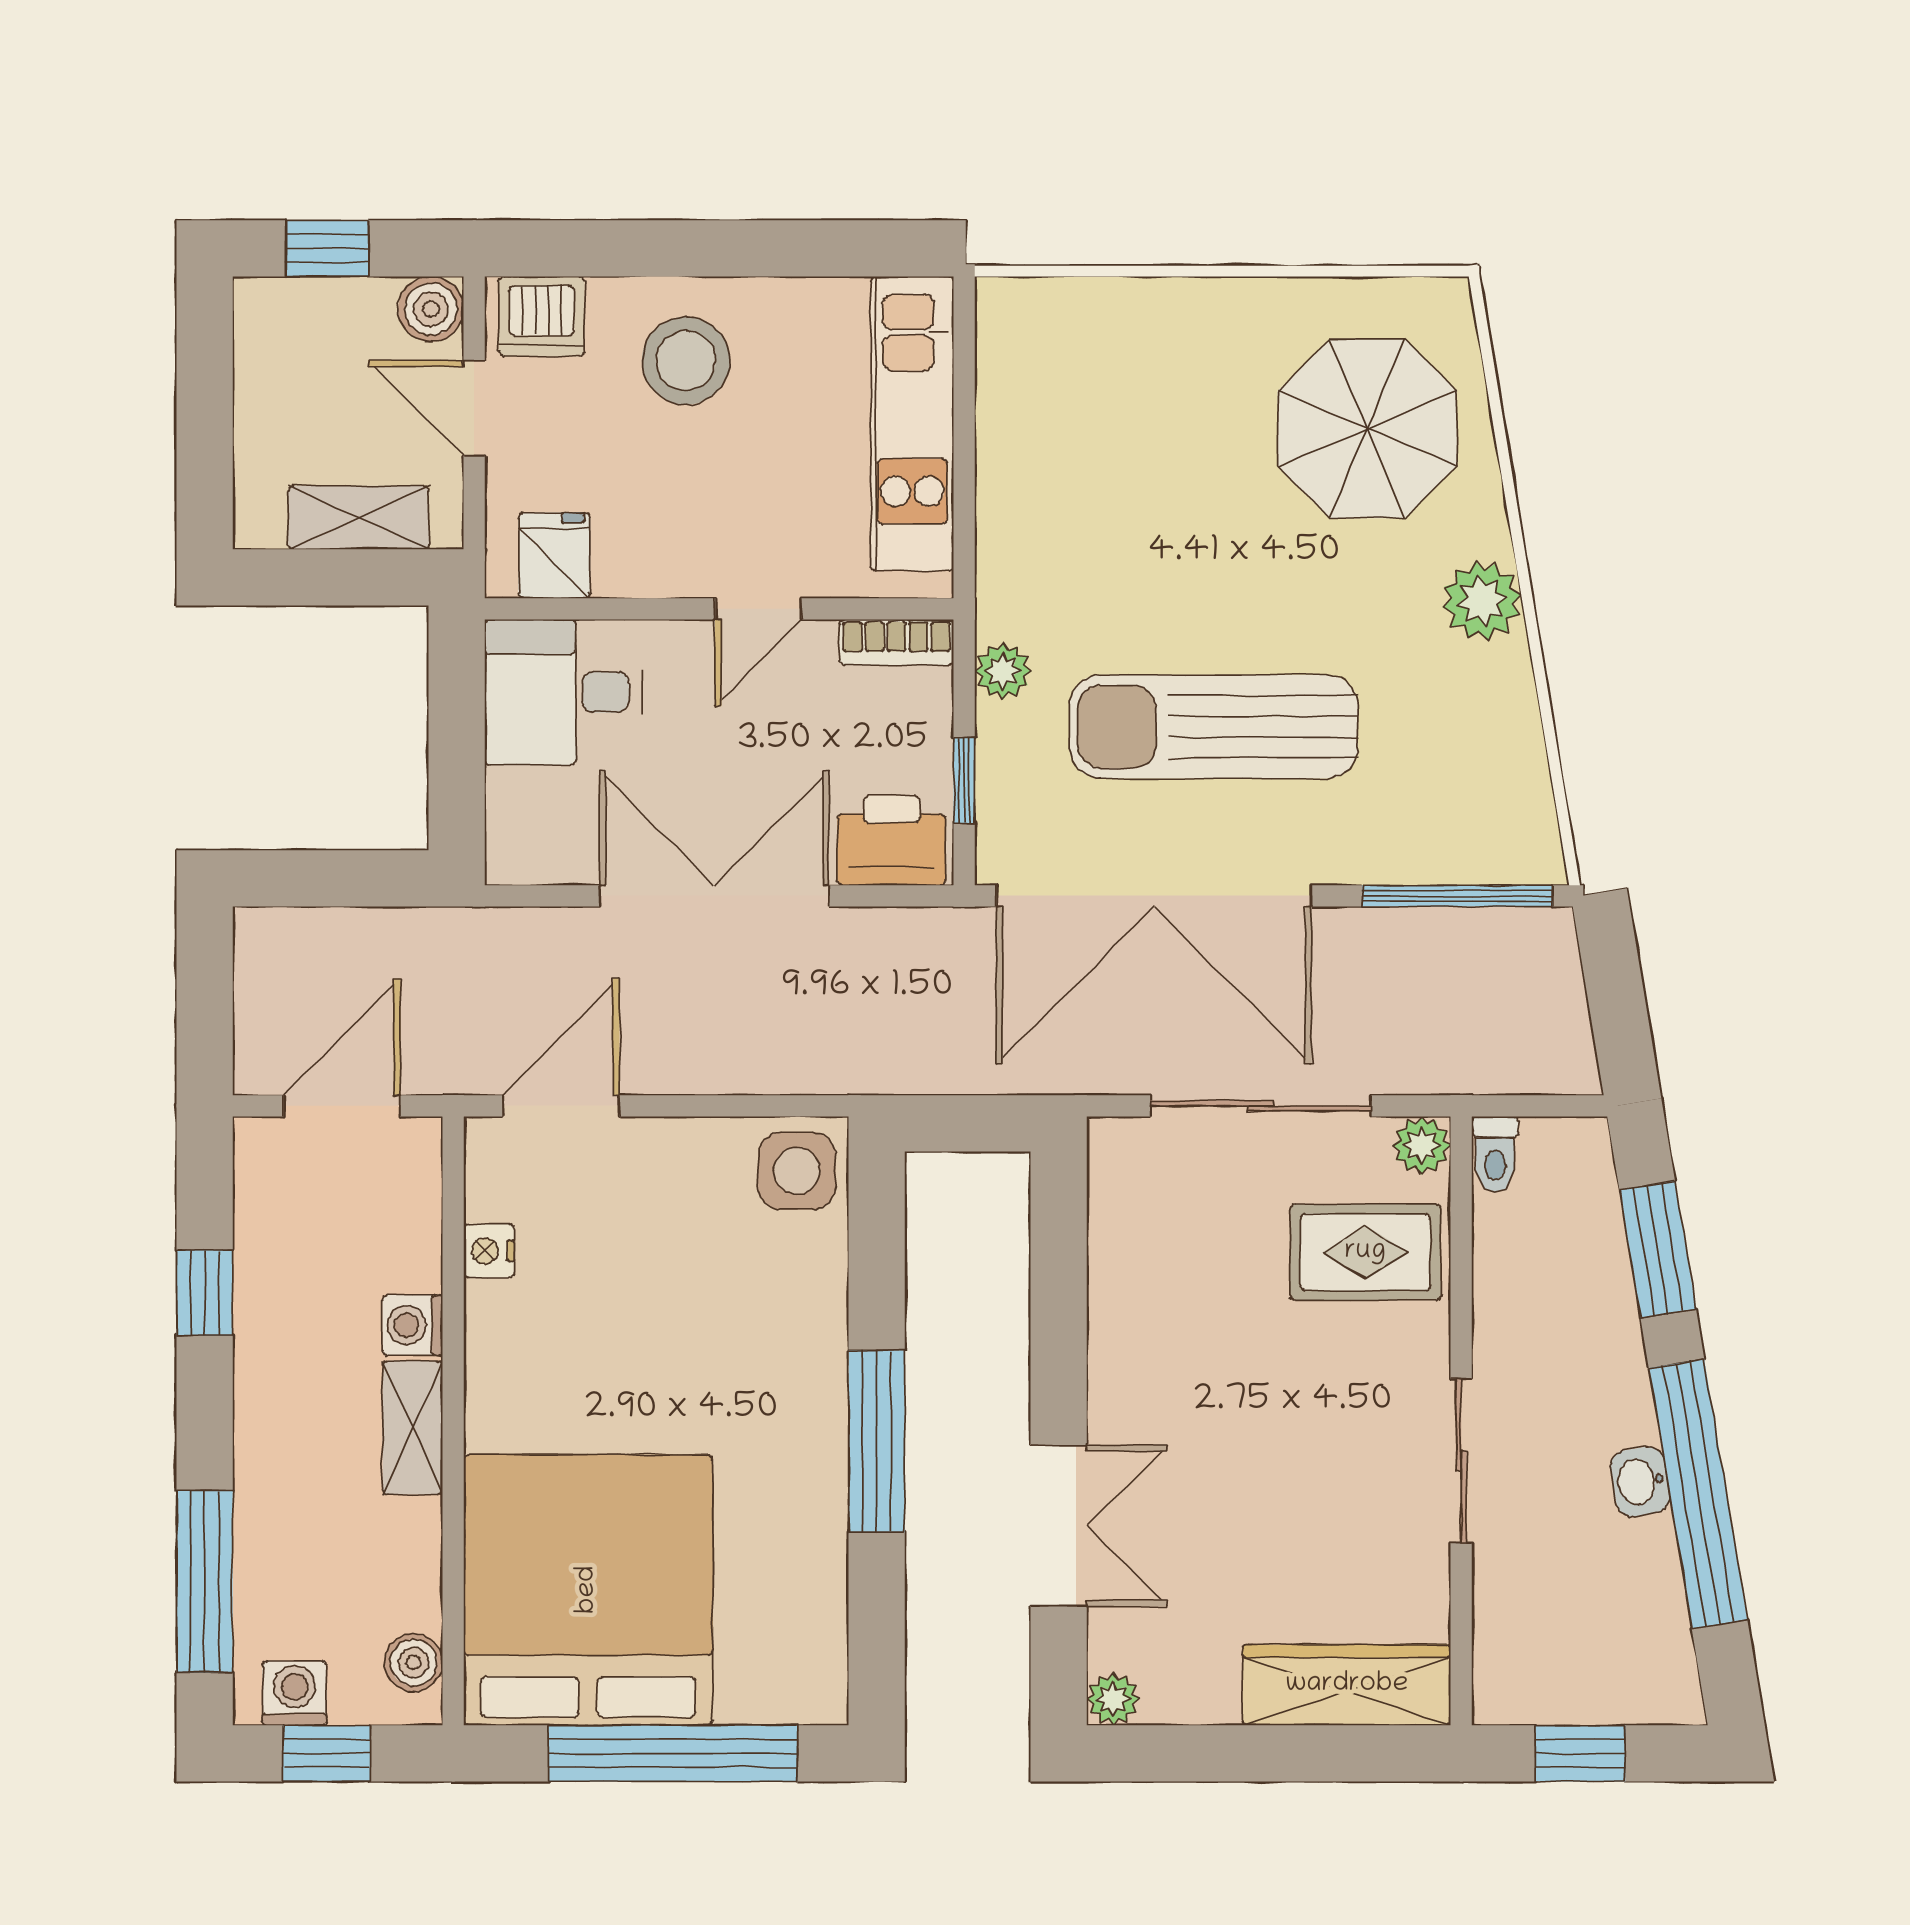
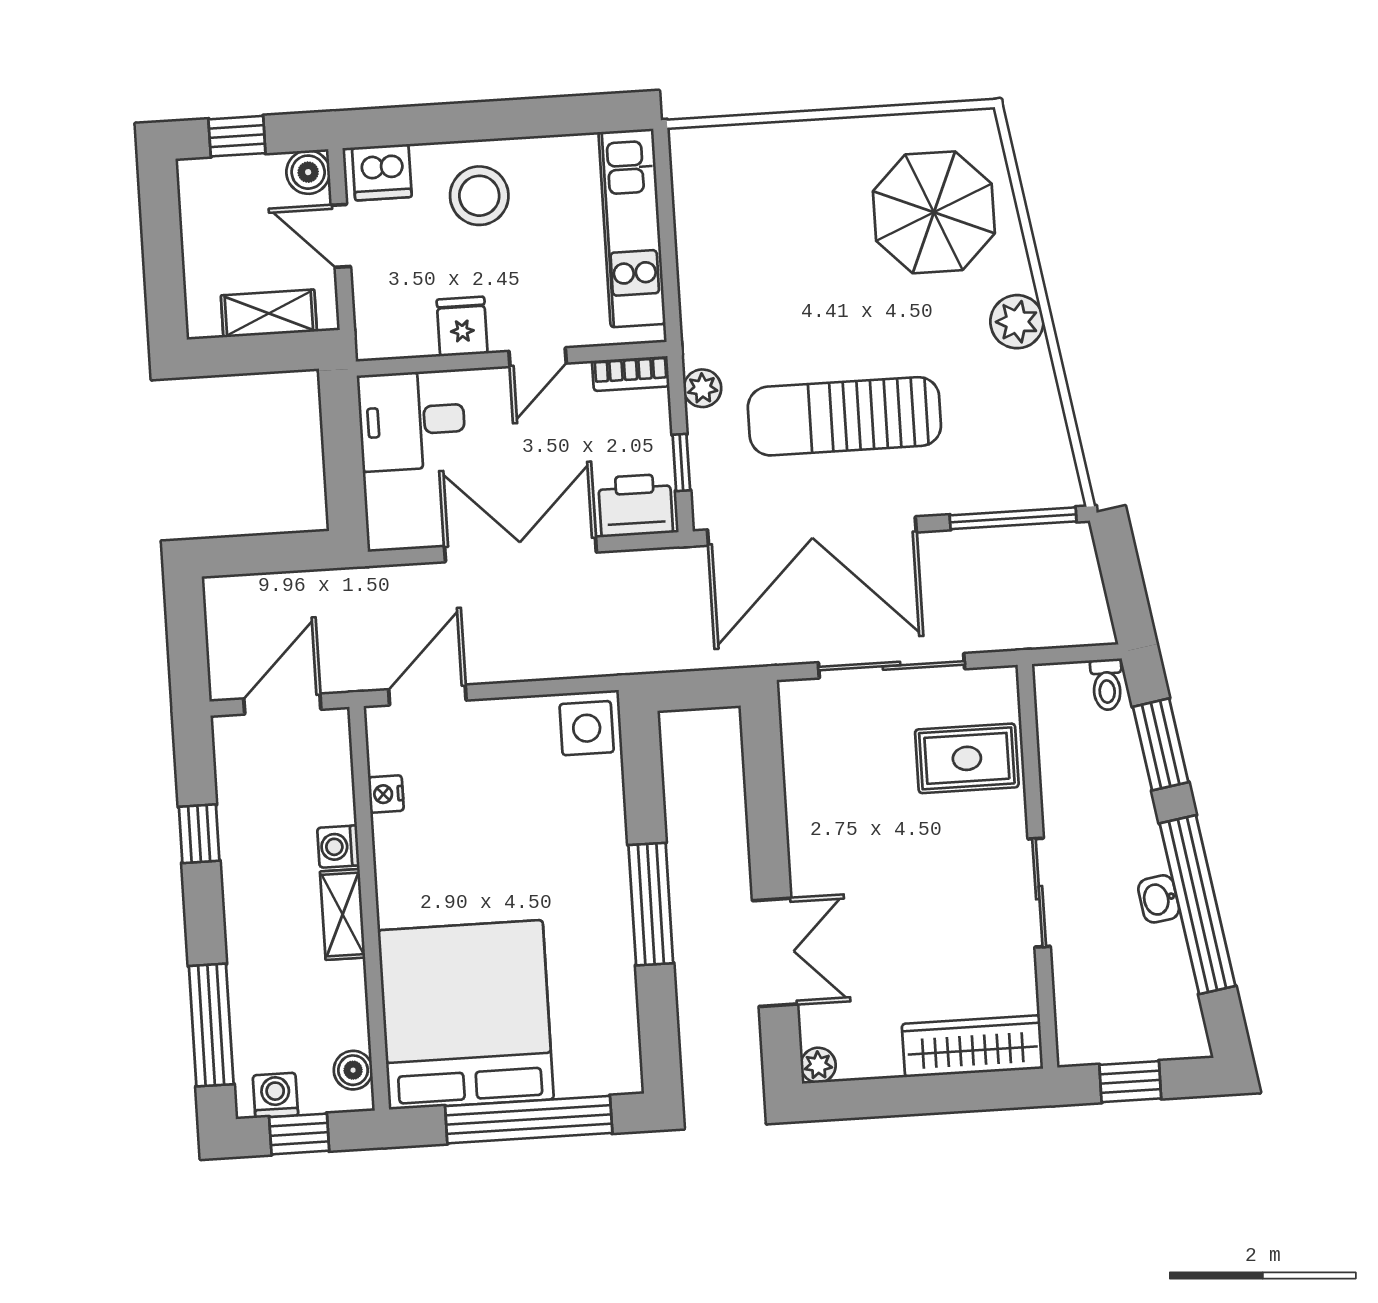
fridge: (554, 555) -> (462, 326), moved
plant: (1422, 1145) -> (1000, 685), removed
toilet: (1495, 1154) -> (1107, 684), moved

